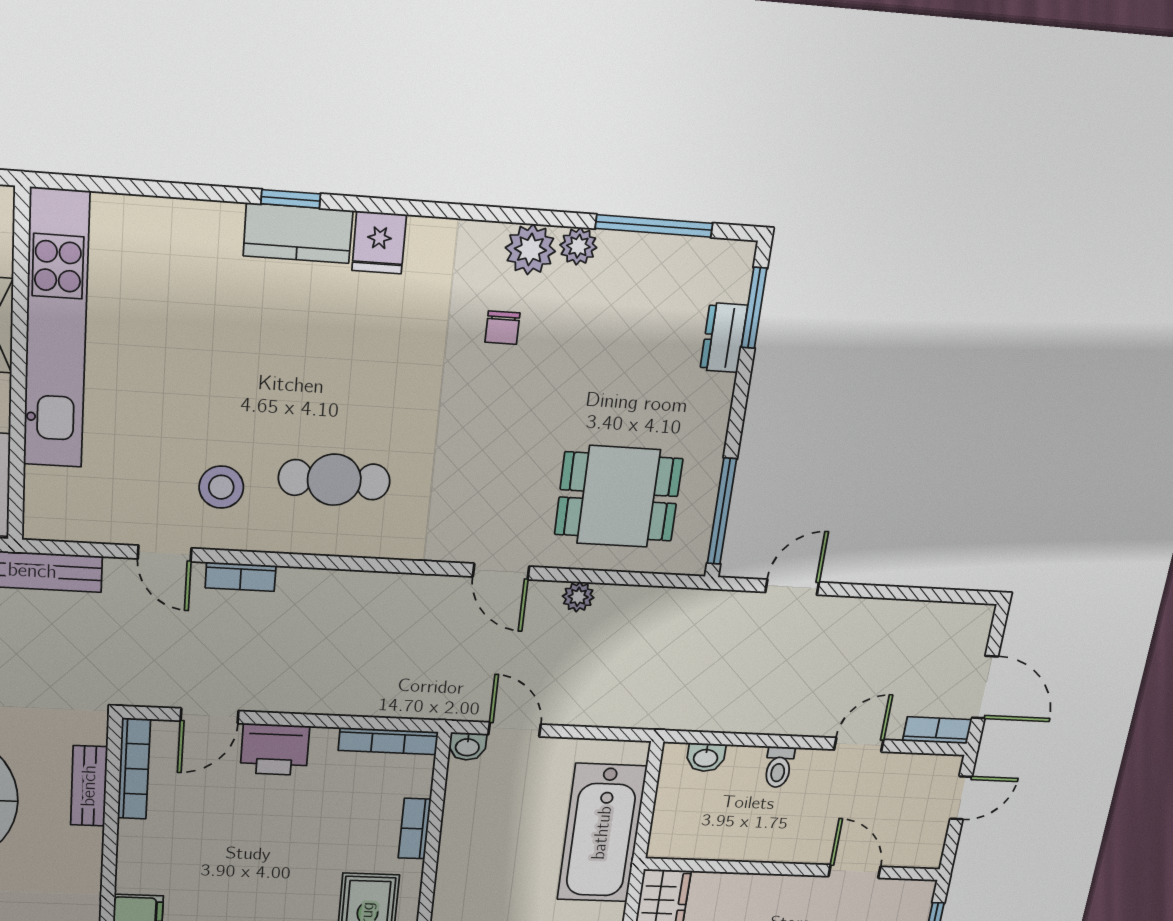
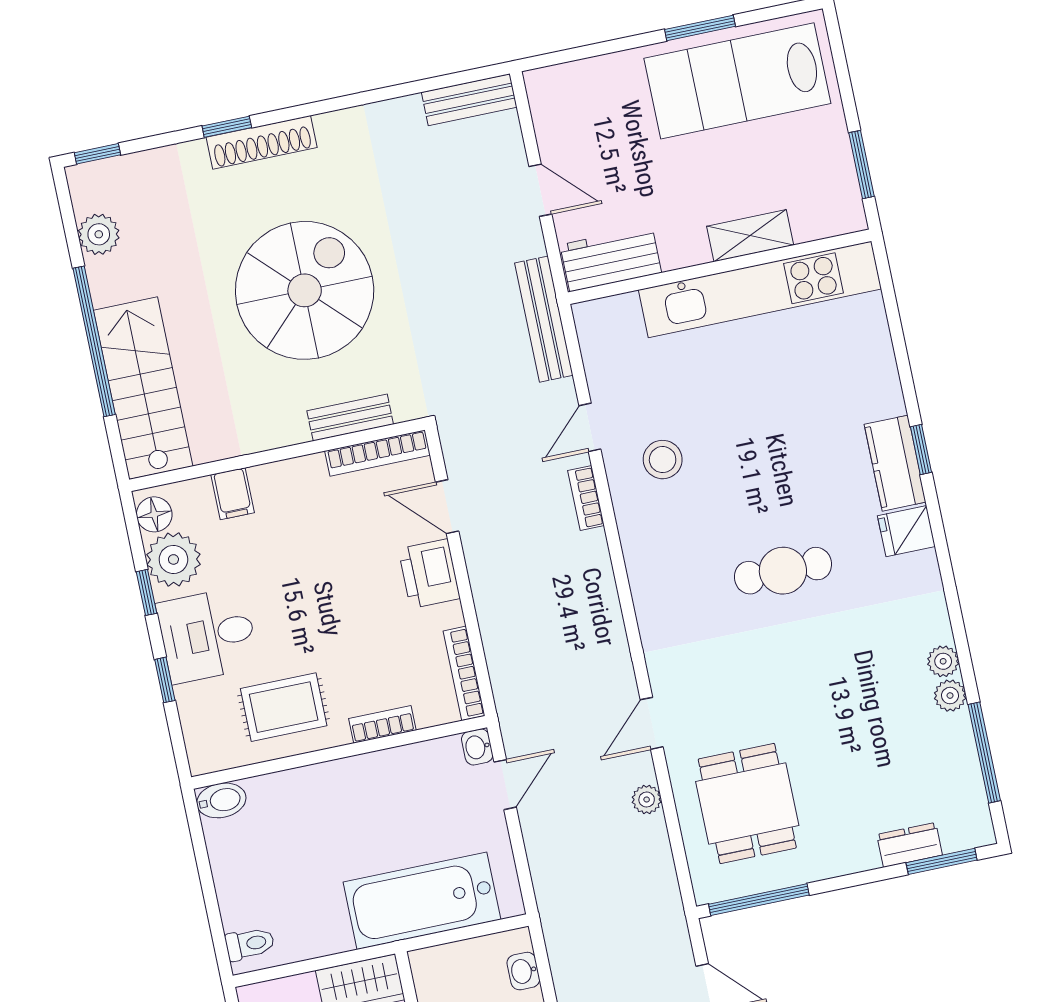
plant: (530, 249) -> (943, 661), width x0.73, depth x0.73
chair: (502, 328) -> (865, 655), removed
cafe table: (334, 480) -> (783, 571), moved, turned 90

